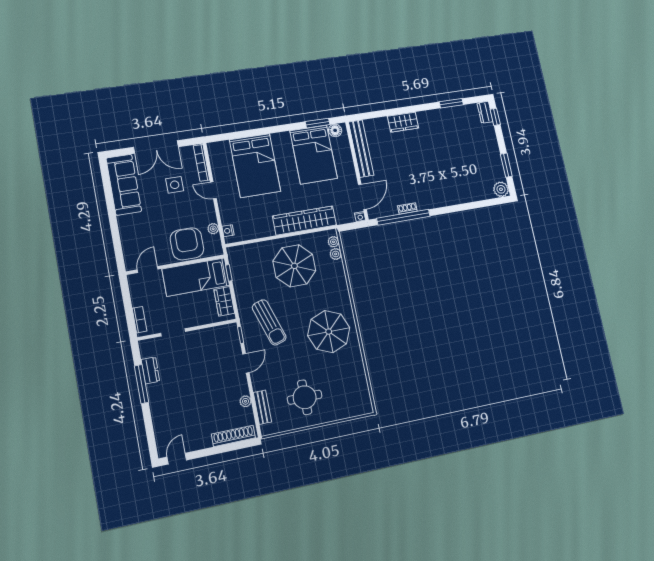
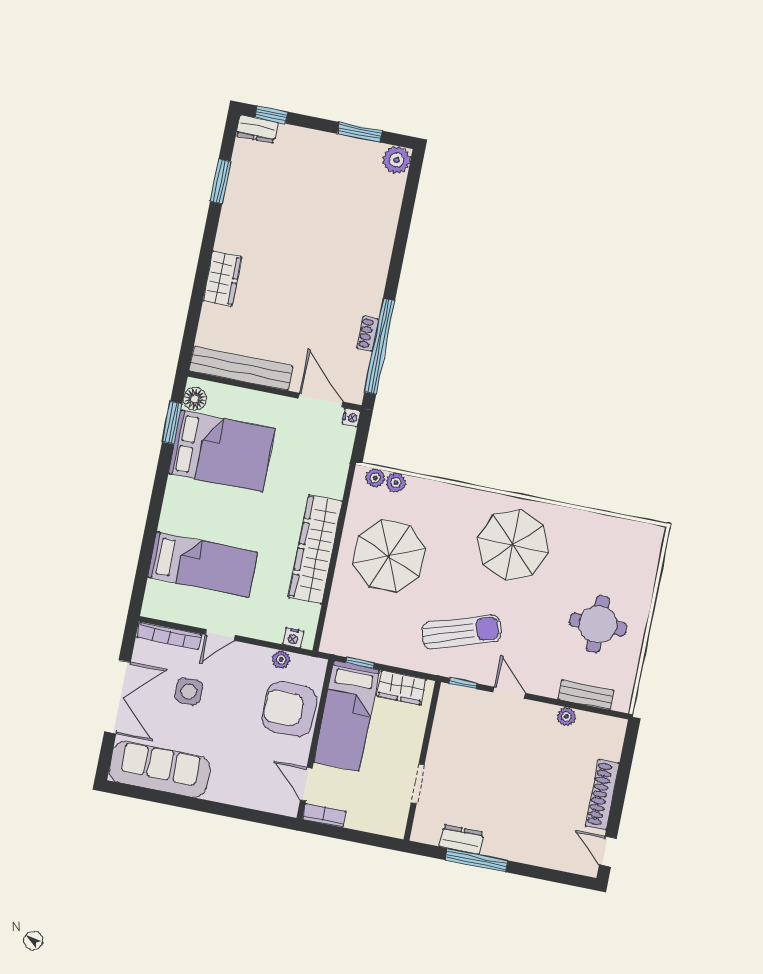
bed: (255, 166) -> (202, 564), width x0.67
wardrobe: (305, 221) -> (315, 549), moved
bookcase: (139, 320) -> (324, 815), moved
shoe rack: (233, 436) -> (602, 795), moved

